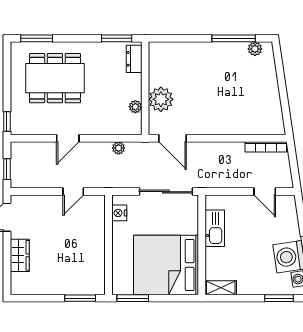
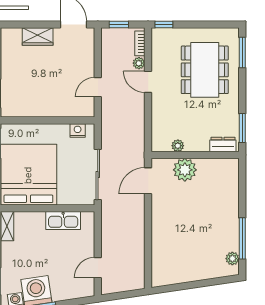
bookcase: (266, 147) -> (140, 43), moved, width x0.64
plant: (118, 148) -> (139, 63), moved
door: (73, 192) -> (98, 87), hinge flipped

